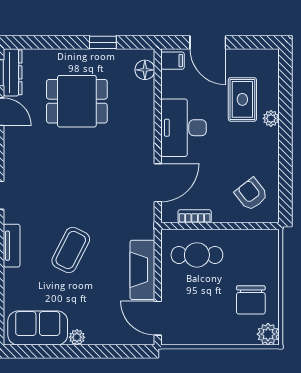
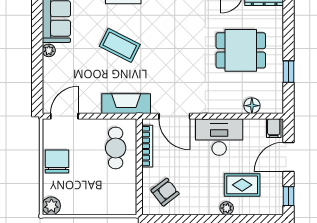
window: (256, 42) -> (288, 196), added
floor lamp: (145, 70) -> (252, 106), moved
dining table: (77, 101) -> (241, 50), turned 90
bookcase: (195, 216) -> (147, 146), width x1.56
fireplace: (142, 270) -> (126, 104), moved
chair: (251, 300) -> (57, 162), moved, turned 90

